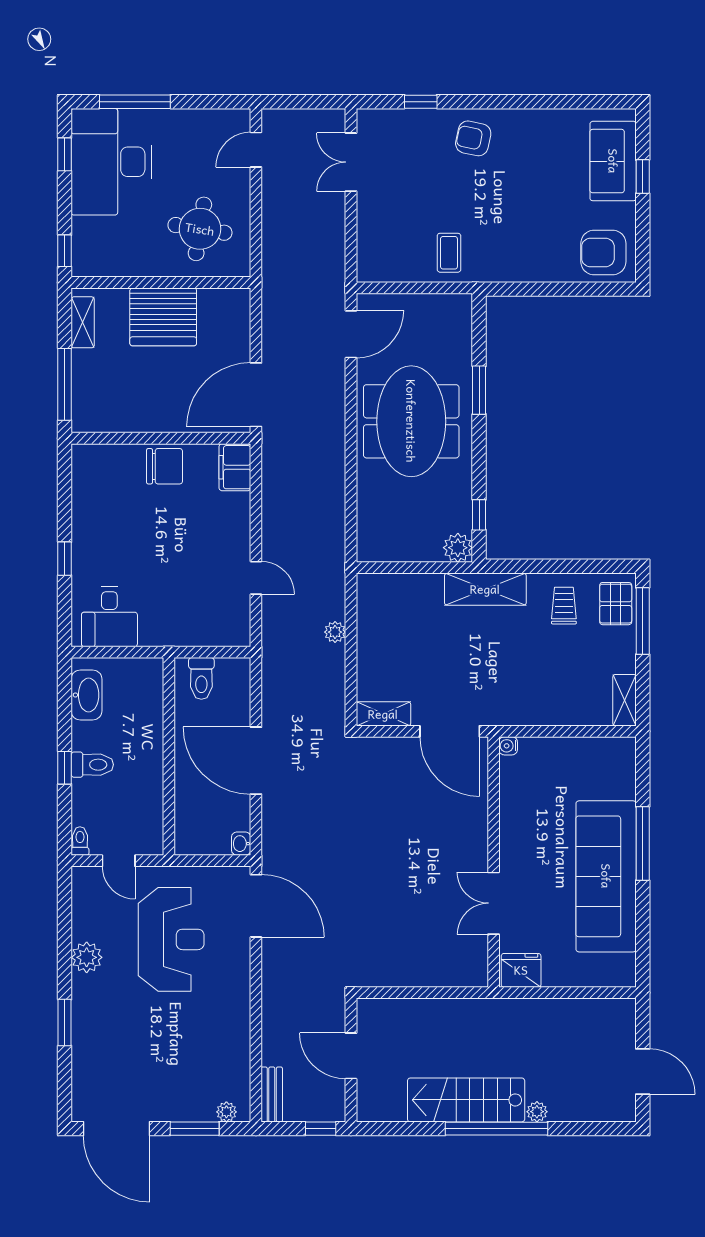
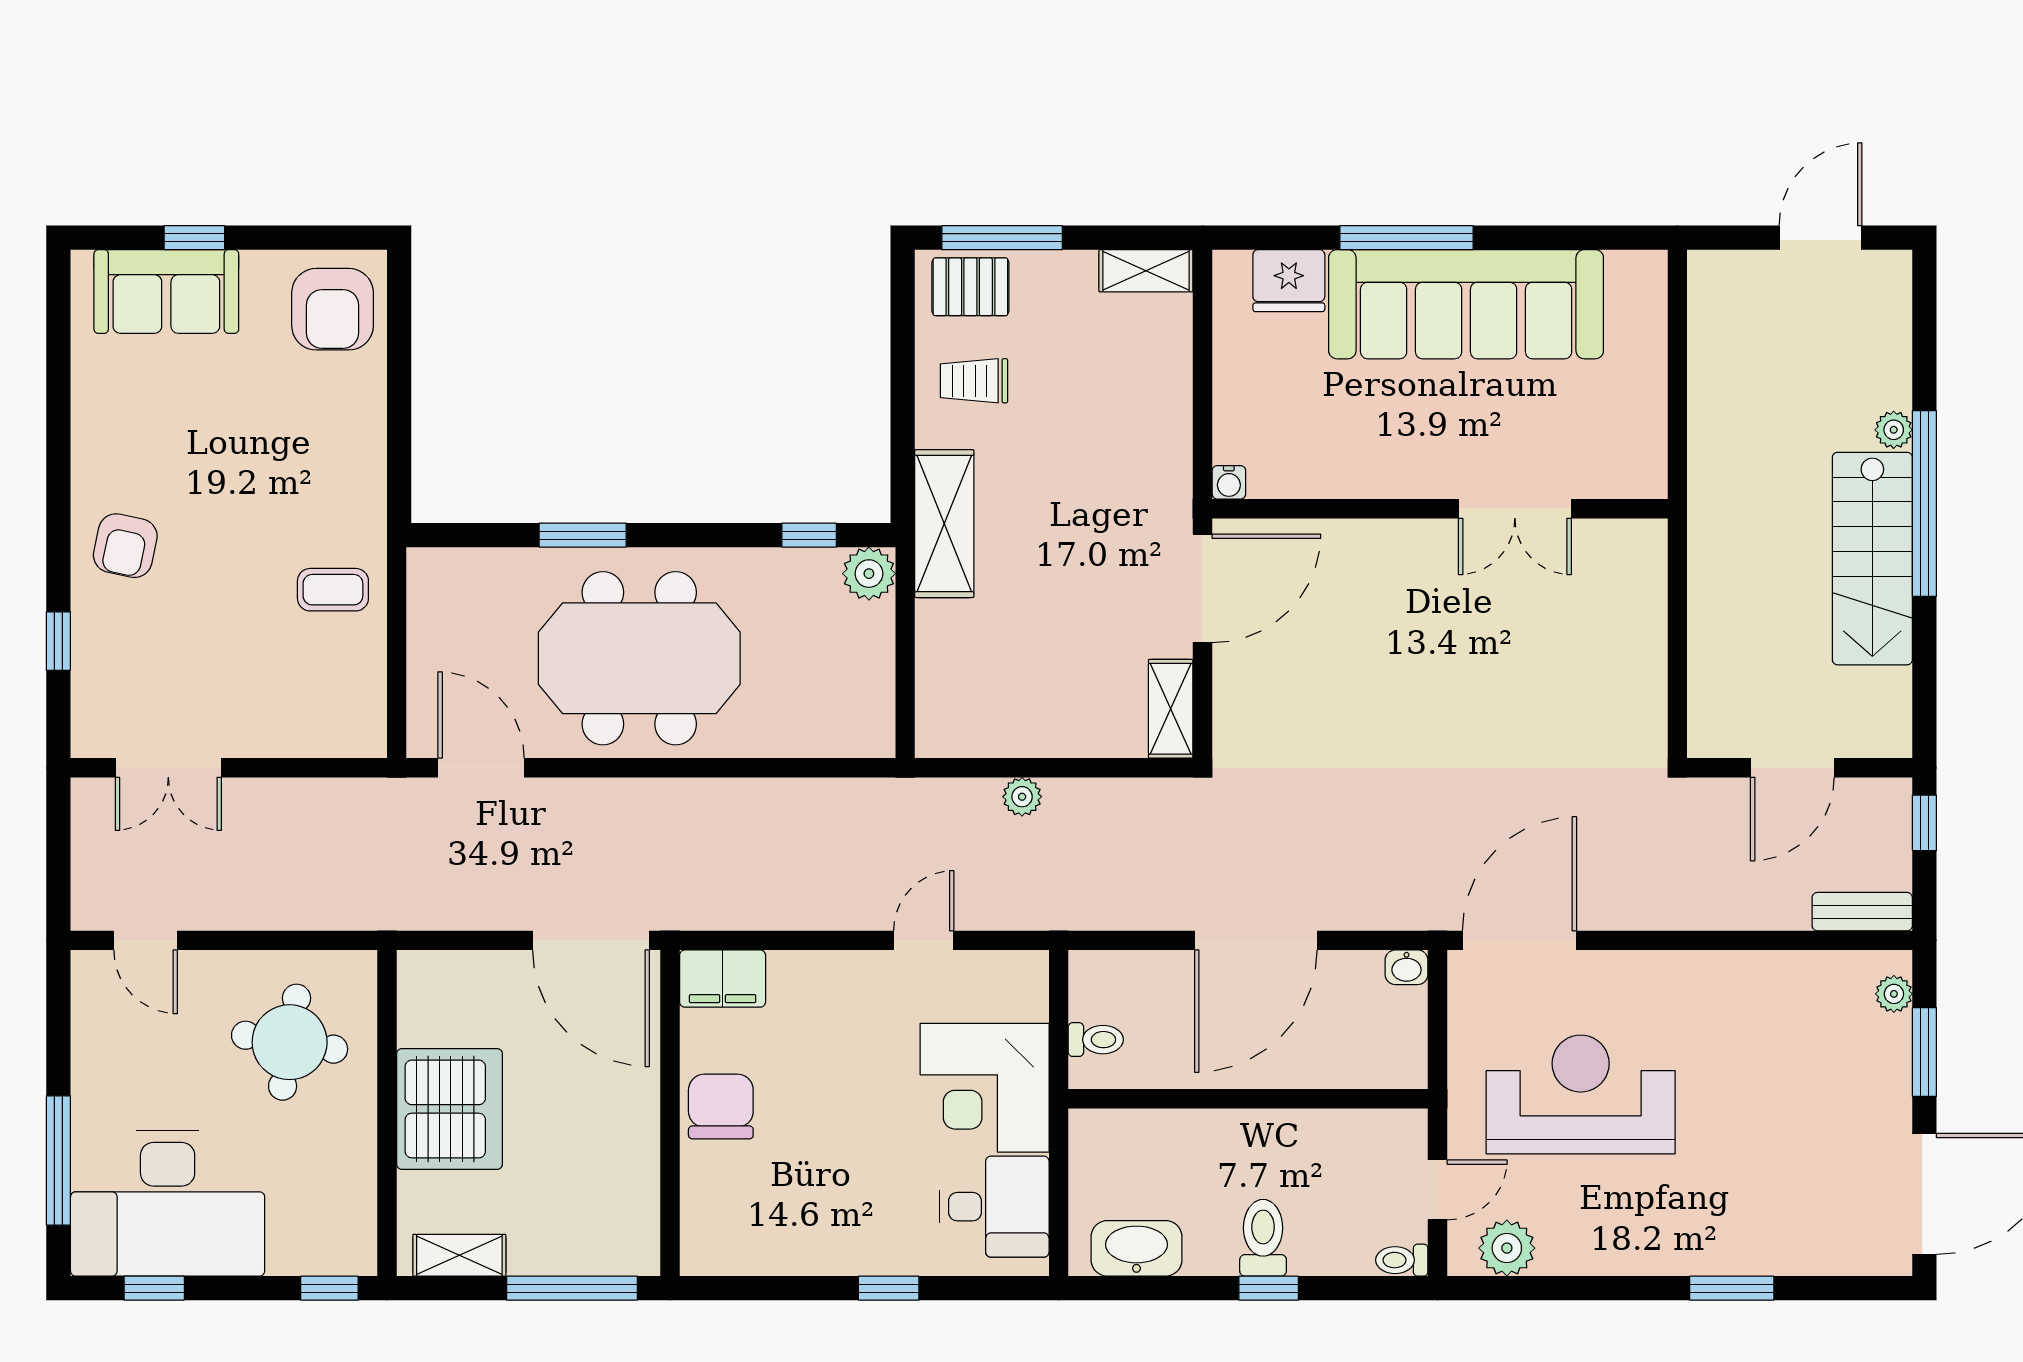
corner desk: (175, 611) -> (985, 1088), added
toilet: (201, 678) -> (1096, 1040), width x0.73, depth x0.72
plant: (87, 957) -> (1507, 1248), moved
fridge: (521, 970) -> (1289, 281), moved, turned -90

